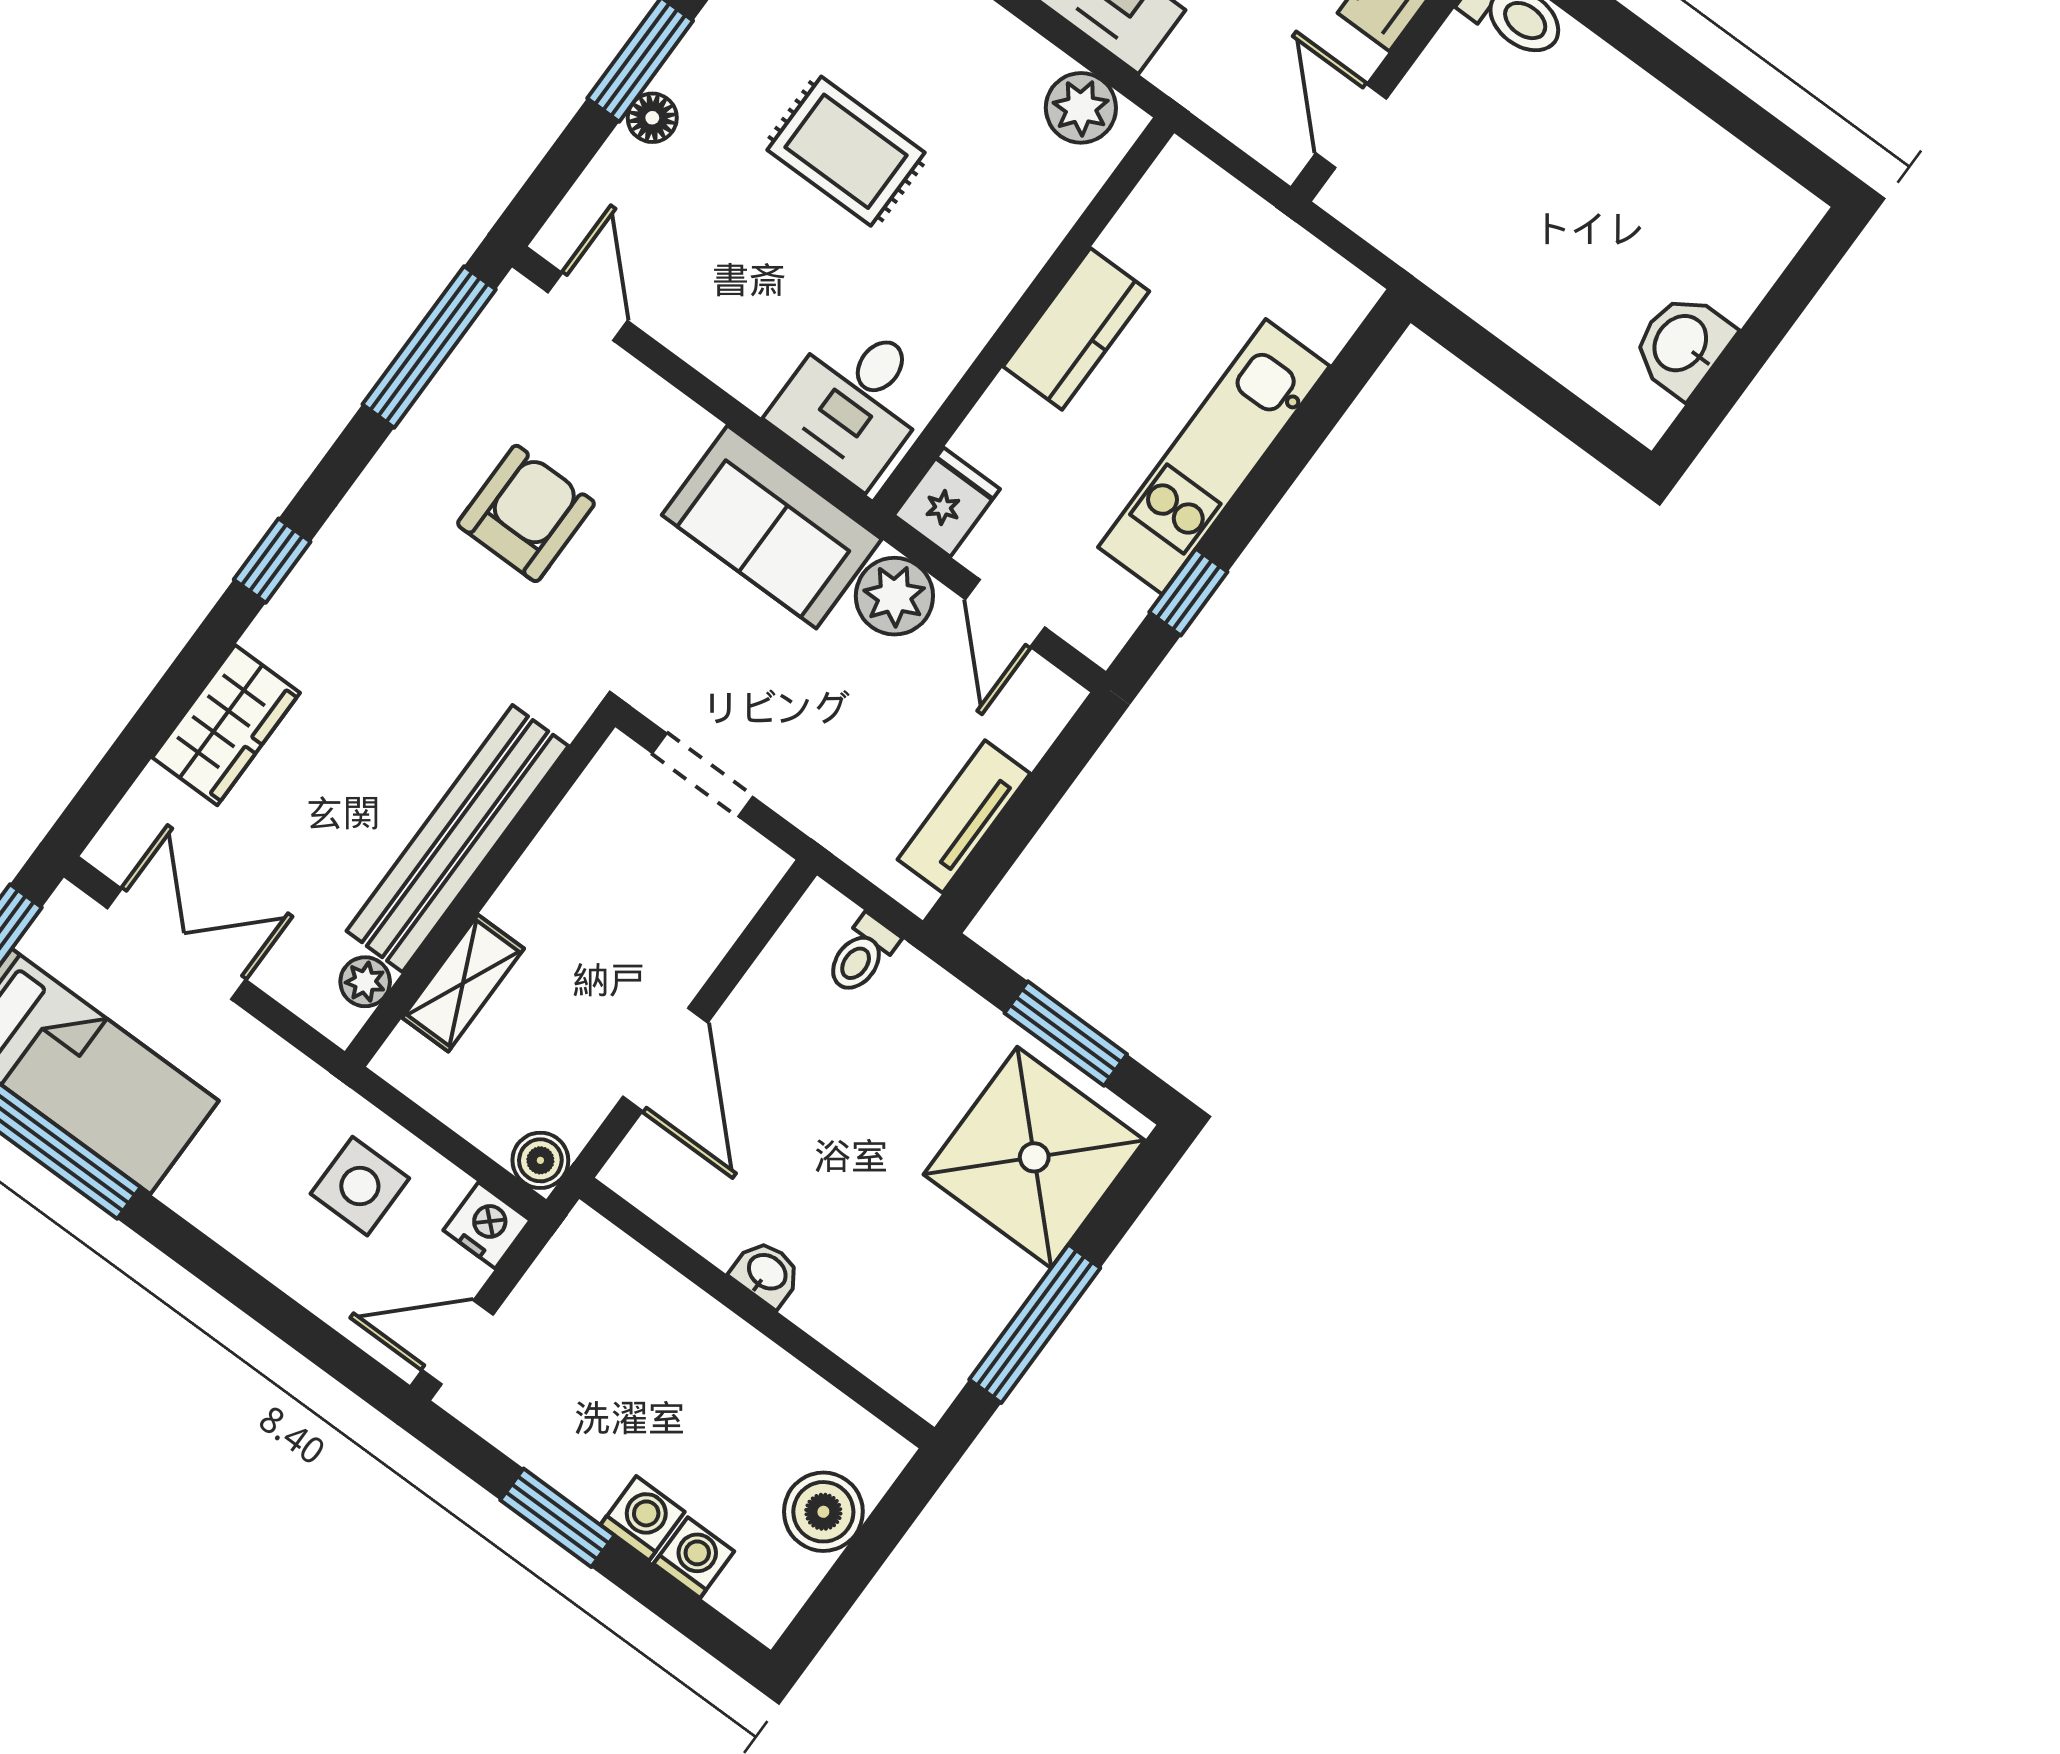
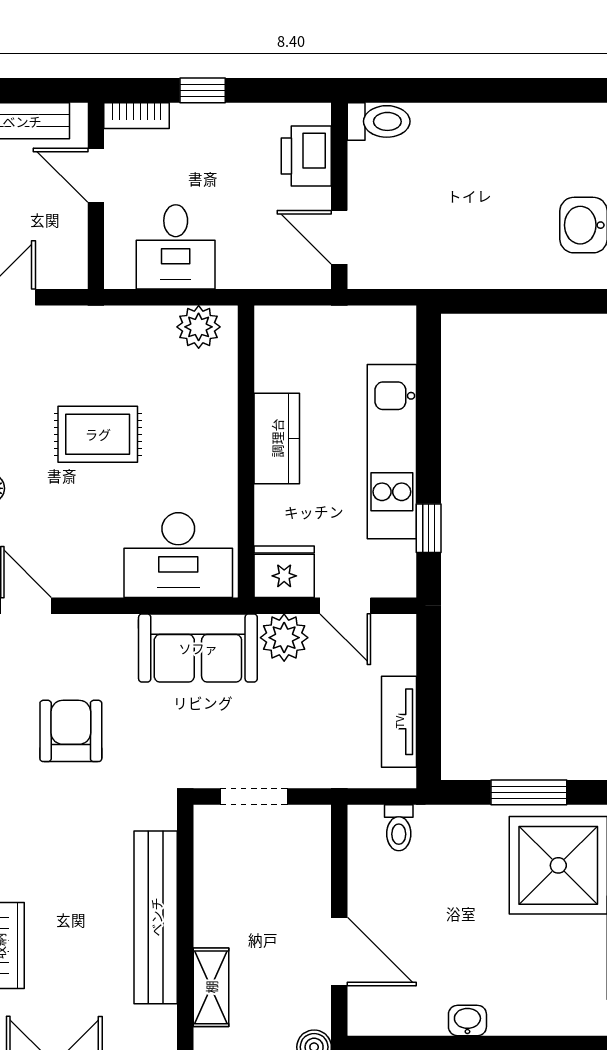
desk: (855, 401) -> (178, 555), width x1.37
fridge: (947, 502) -> (284, 572), width x1.38
plant: (365, 982) -> (162, 1022), removed

